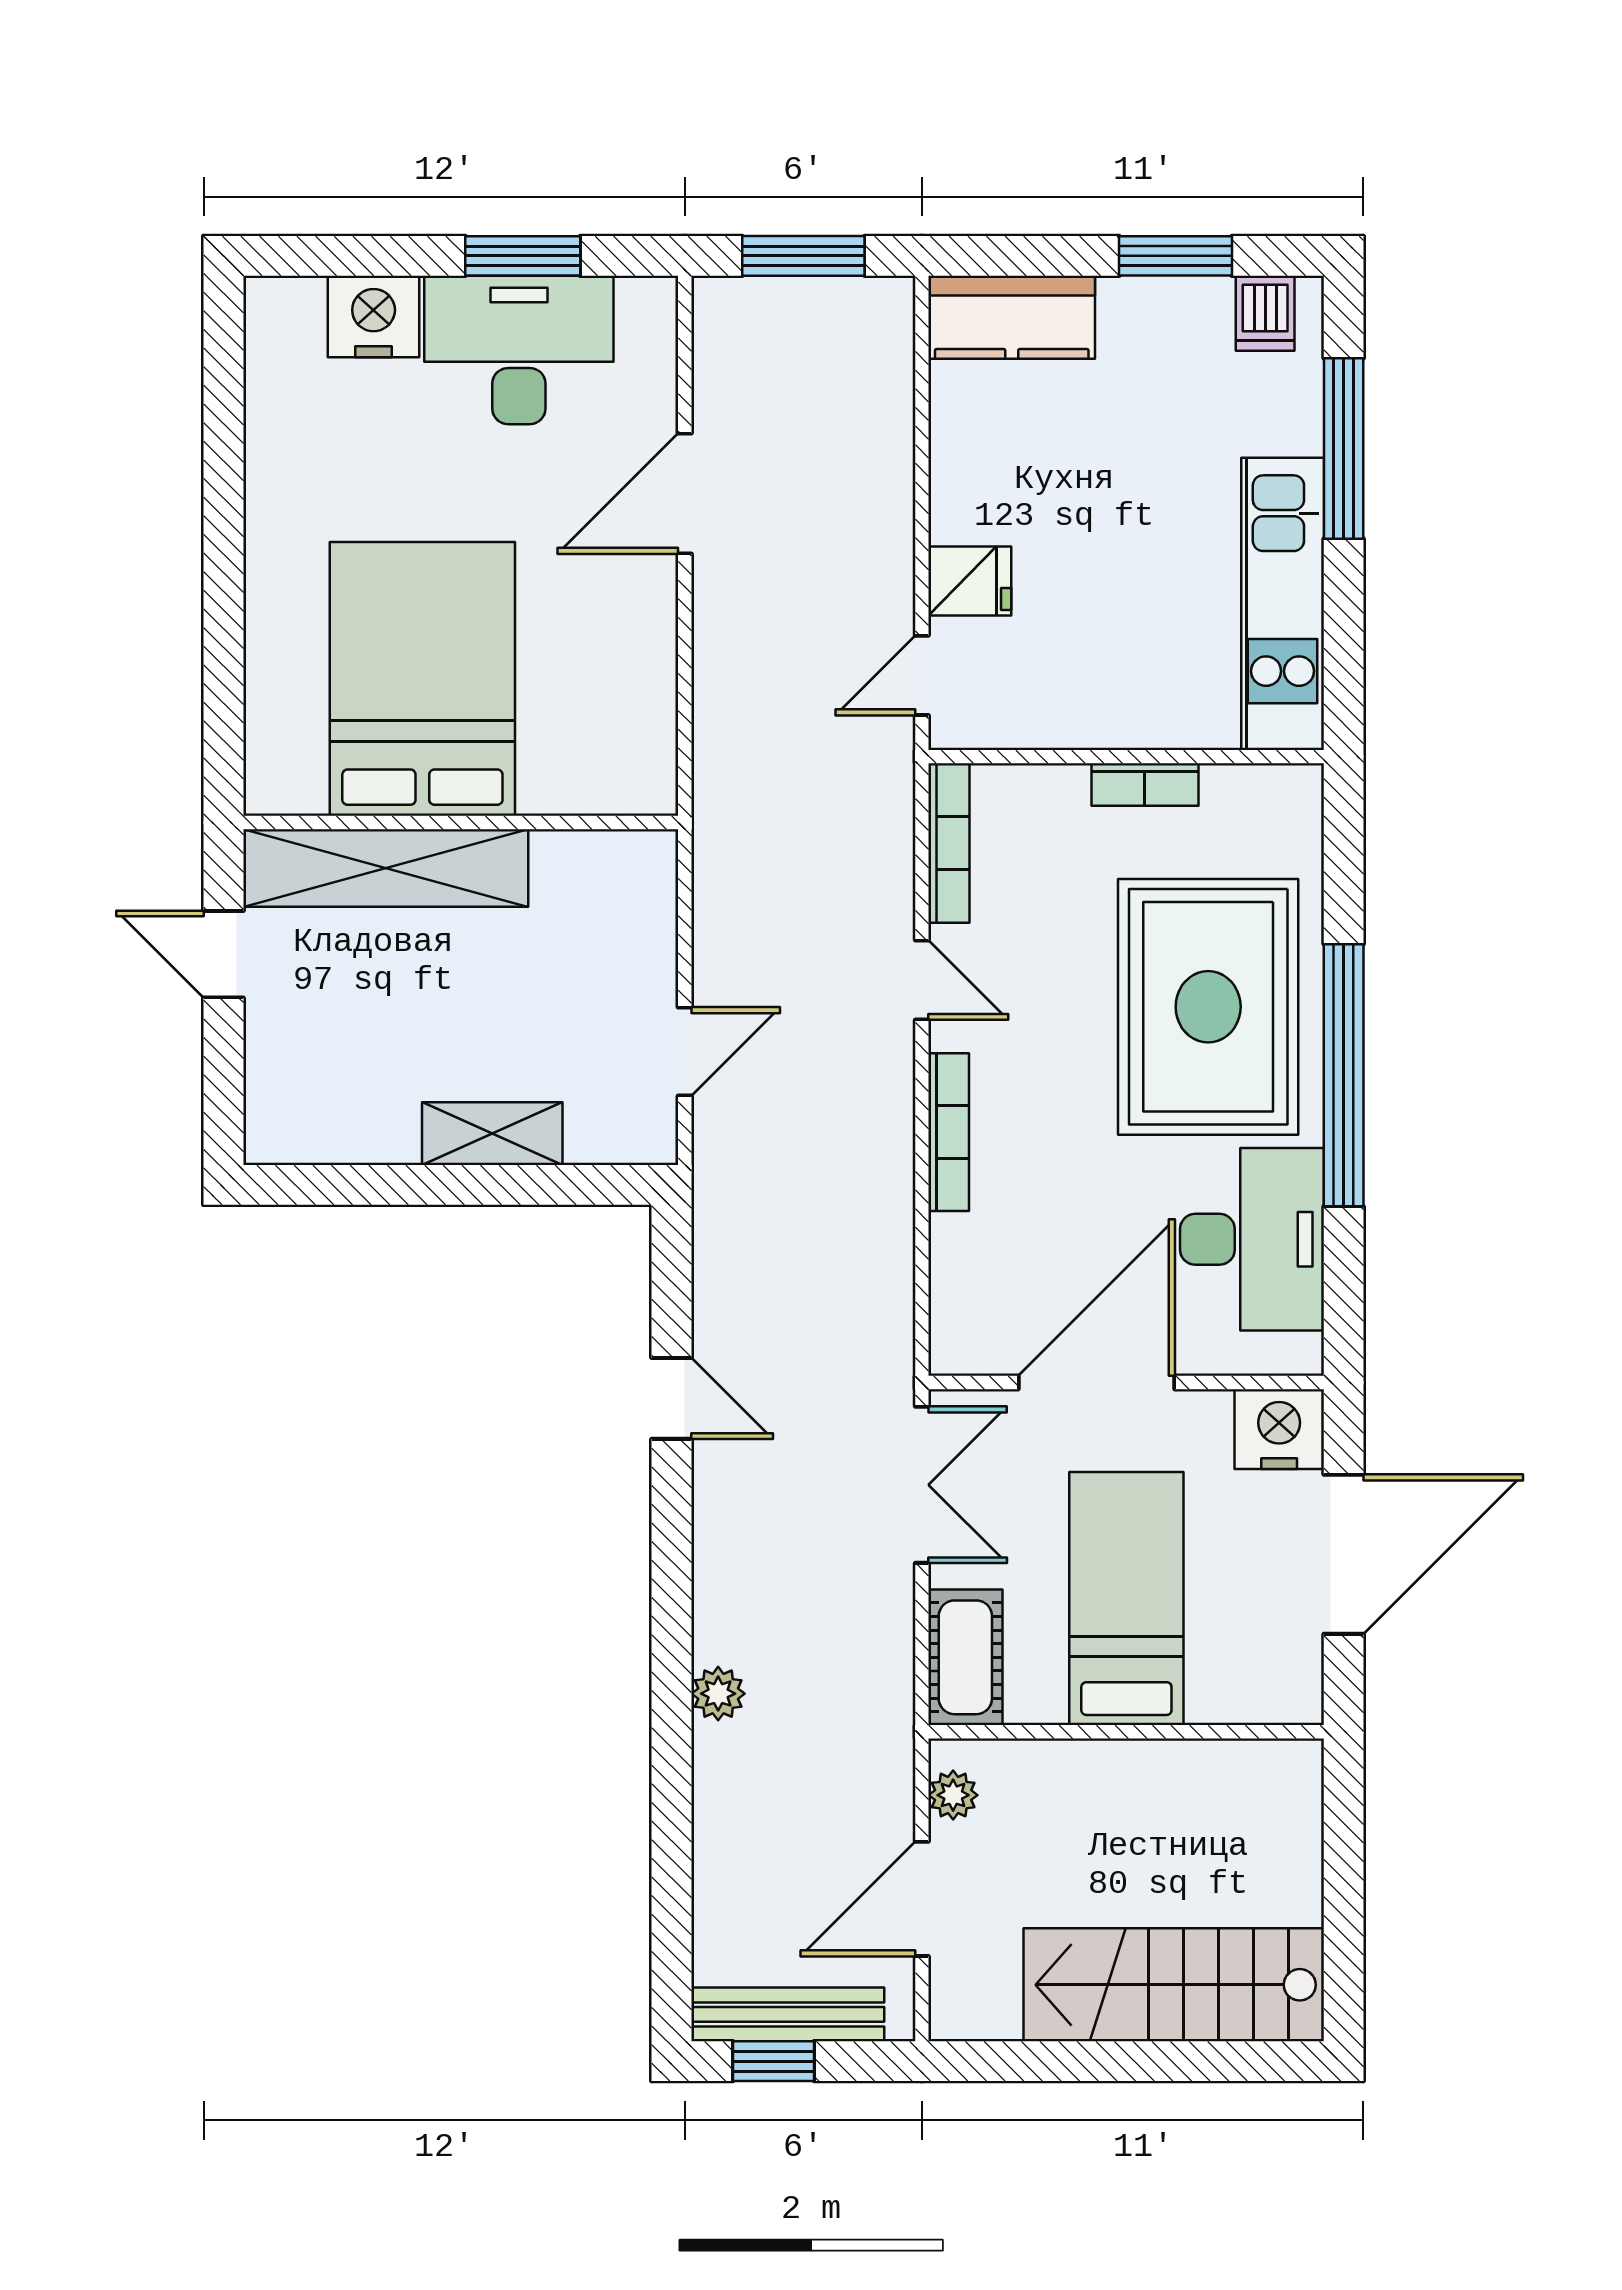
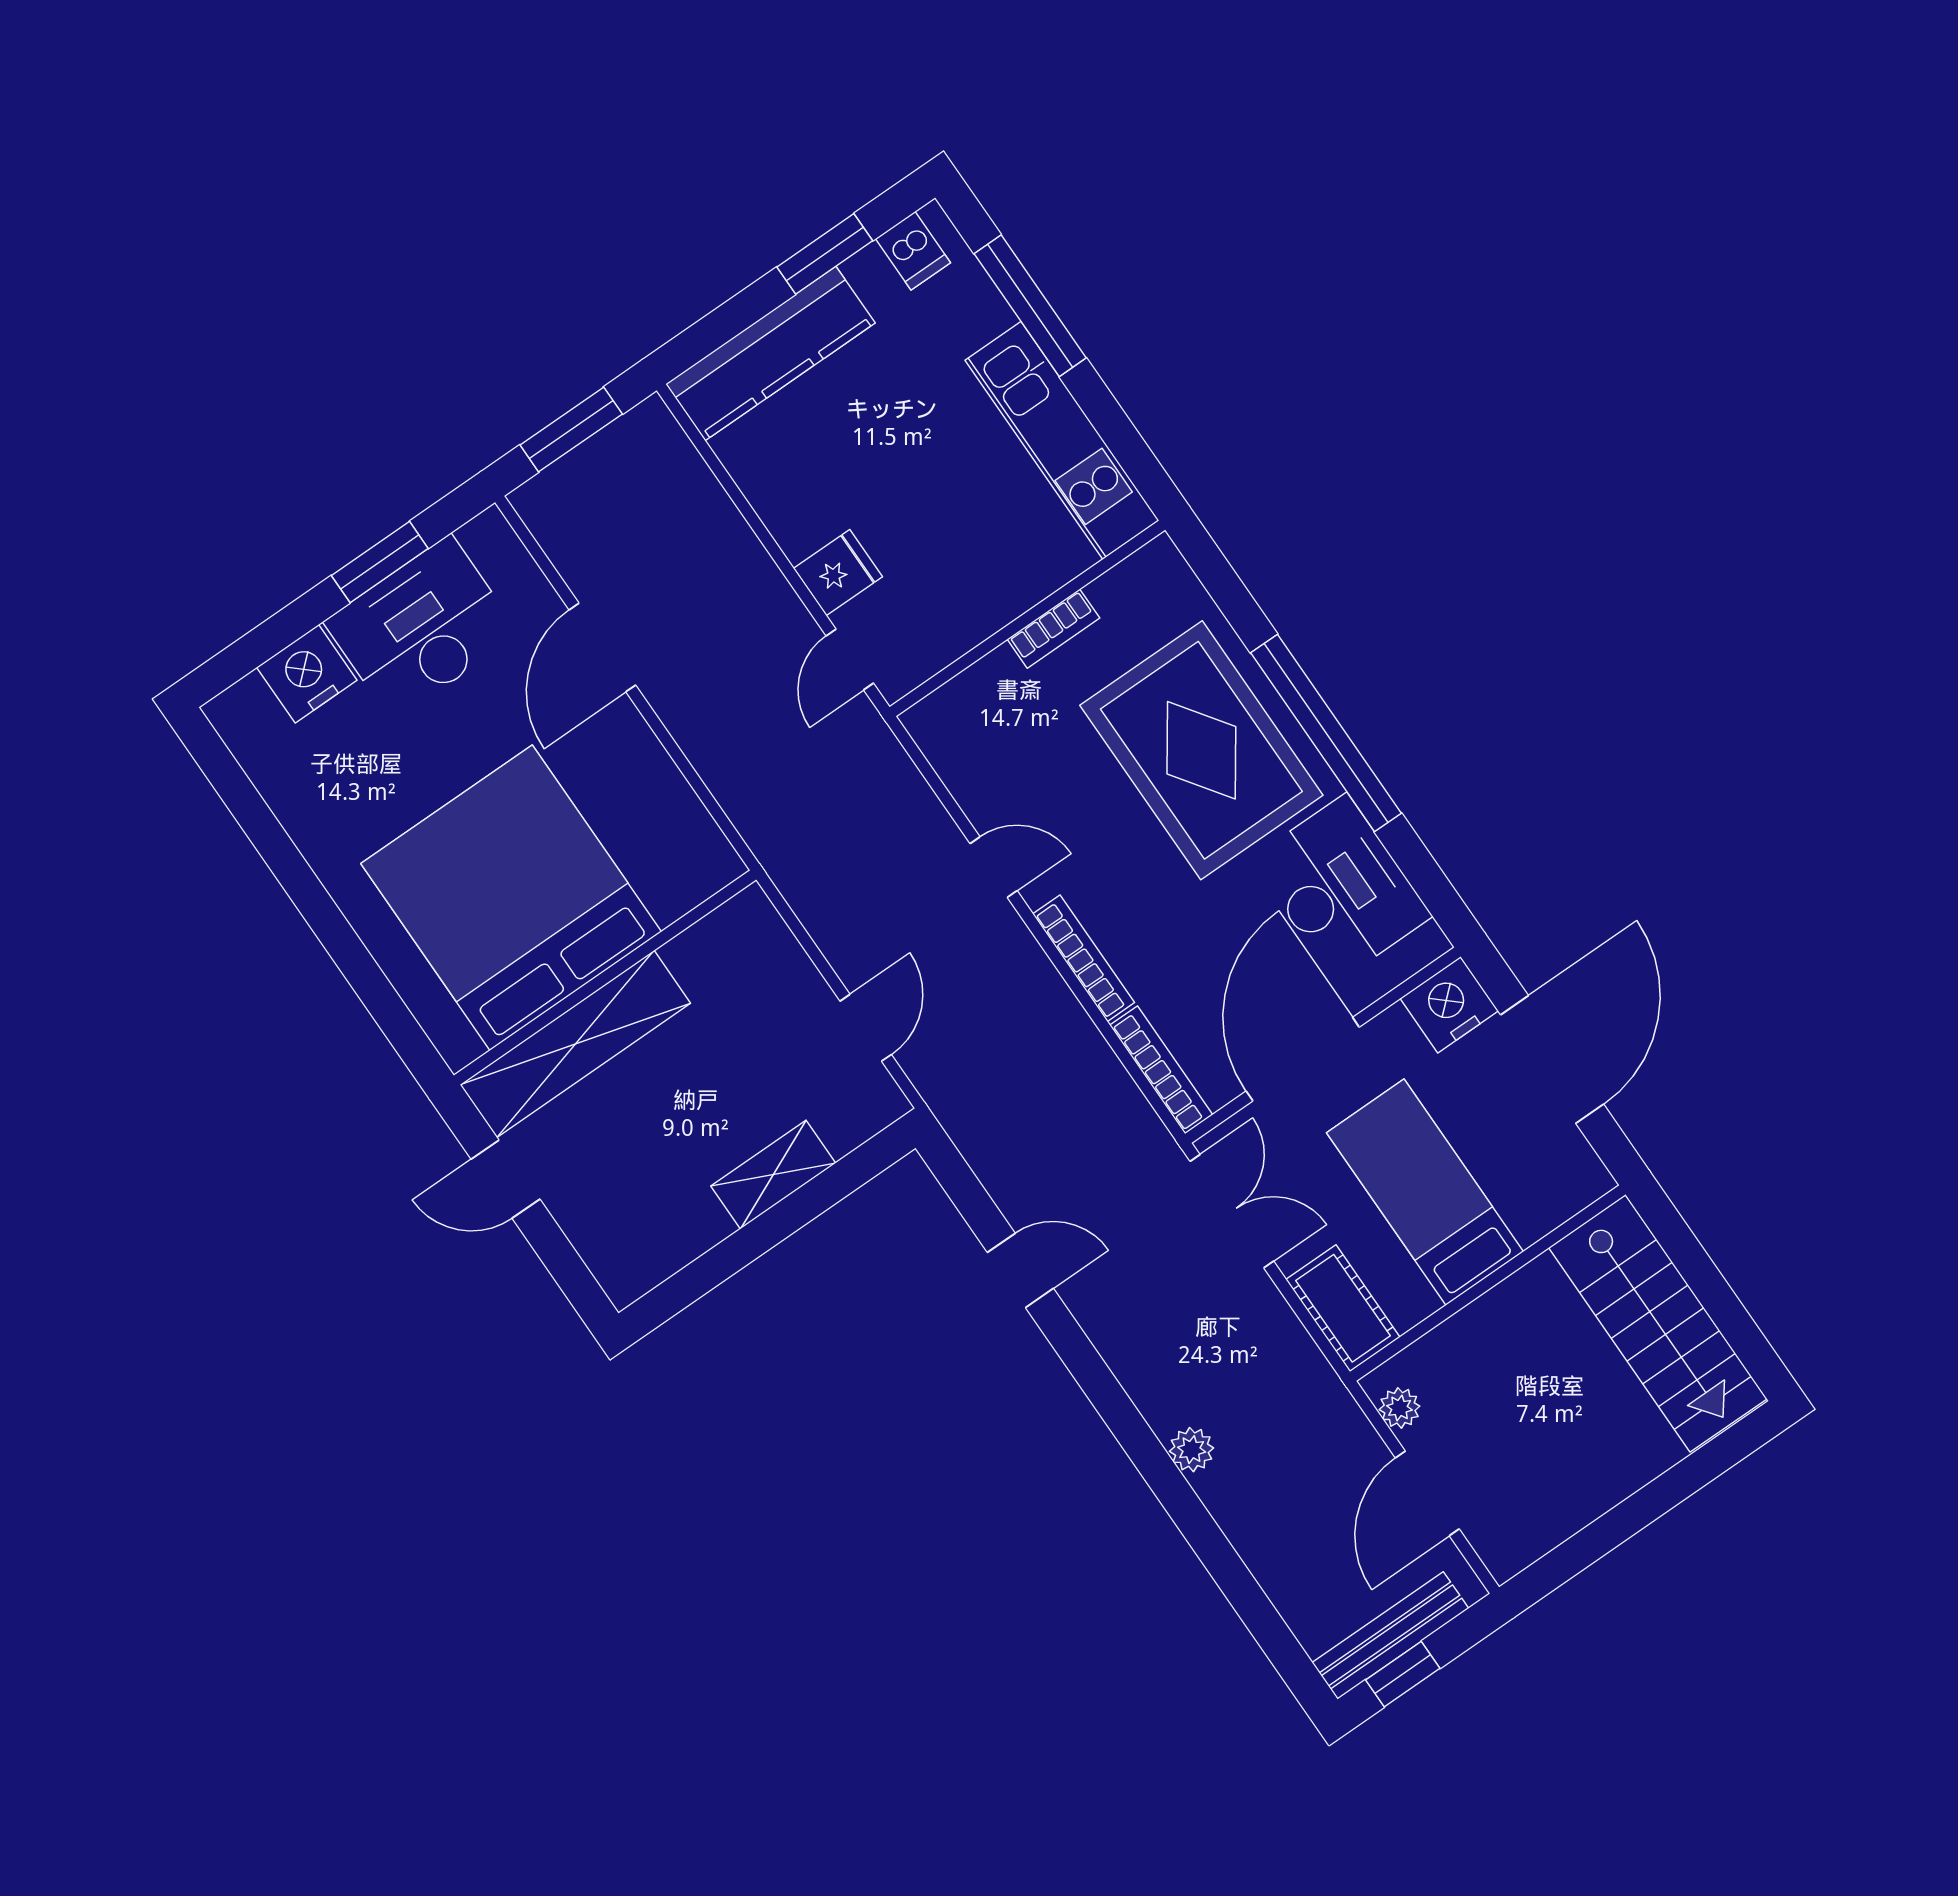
kitchen counter: (1012, 317) -> (771, 353), width x1.50
bed: (422, 679) -> (511, 898), width x1.36
bookcase: (949, 843) -> (1161, 1070), moved
stairs: (1174, 1985) -> (1658, 1323), moved, turned -90

